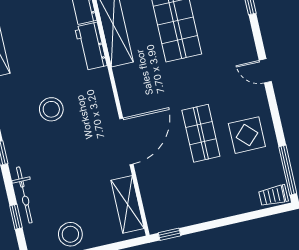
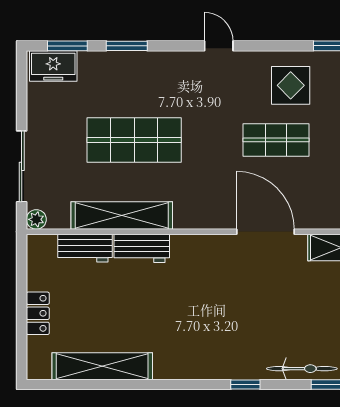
door: (265, 71) -> (219, 46), swing flipped
stool: (51, 109) -> (206, 313), removed

